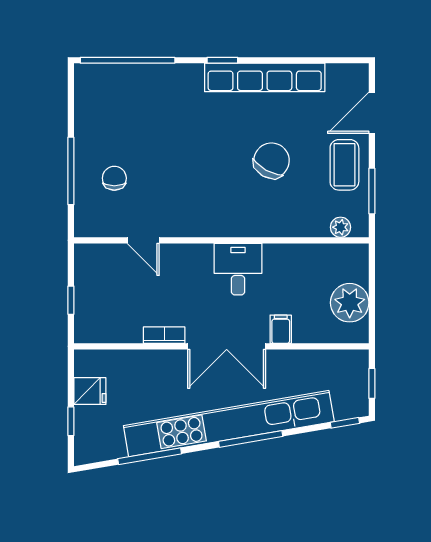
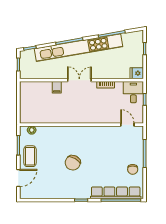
row of seats: (265, 77) -> (116, 193), moved
chair: (272, 161) -> (73, 163), moved
chair: (114, 178) -> (133, 169), moved
door: (143, 240) -> (127, 125), moved
desk: (238, 269) -> (133, 92), moved, turned 180
plant: (350, 303) -> (28, 98), removed
double door: (227, 346) -> (79, 80), width x0.73
fridge: (90, 391) -> (137, 73), moved

